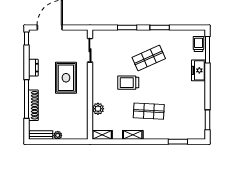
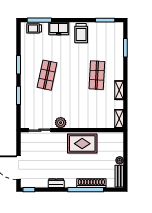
shop shelf: (149, 58) -> (47, 75), turned 36
rug: (66, 78) -> (82, 144), moved
trolley: (128, 83) -> (81, 33), moved
plant: (98, 109) -> (61, 123), moved

